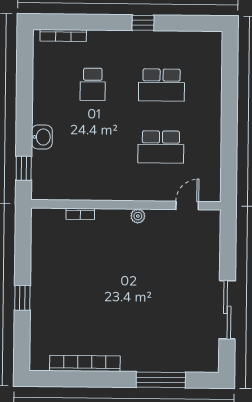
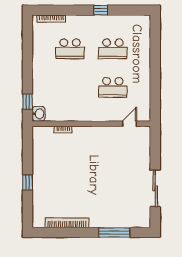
school desk: (93, 84) -> (70, 49), width x1.85
washbasin: (42, 137) -> (39, 114), moved
plant: (138, 216) -> (99, 131), removed

